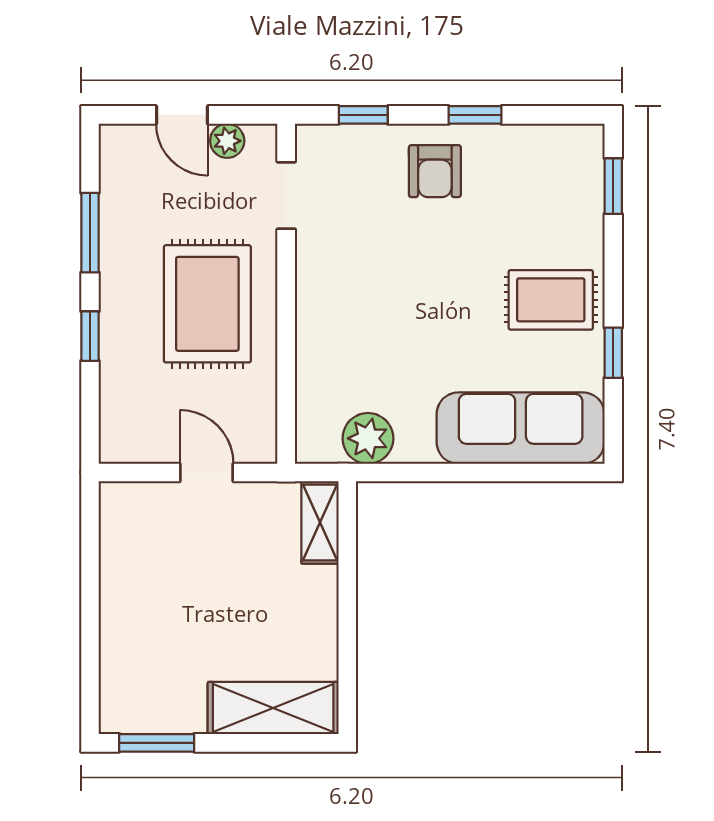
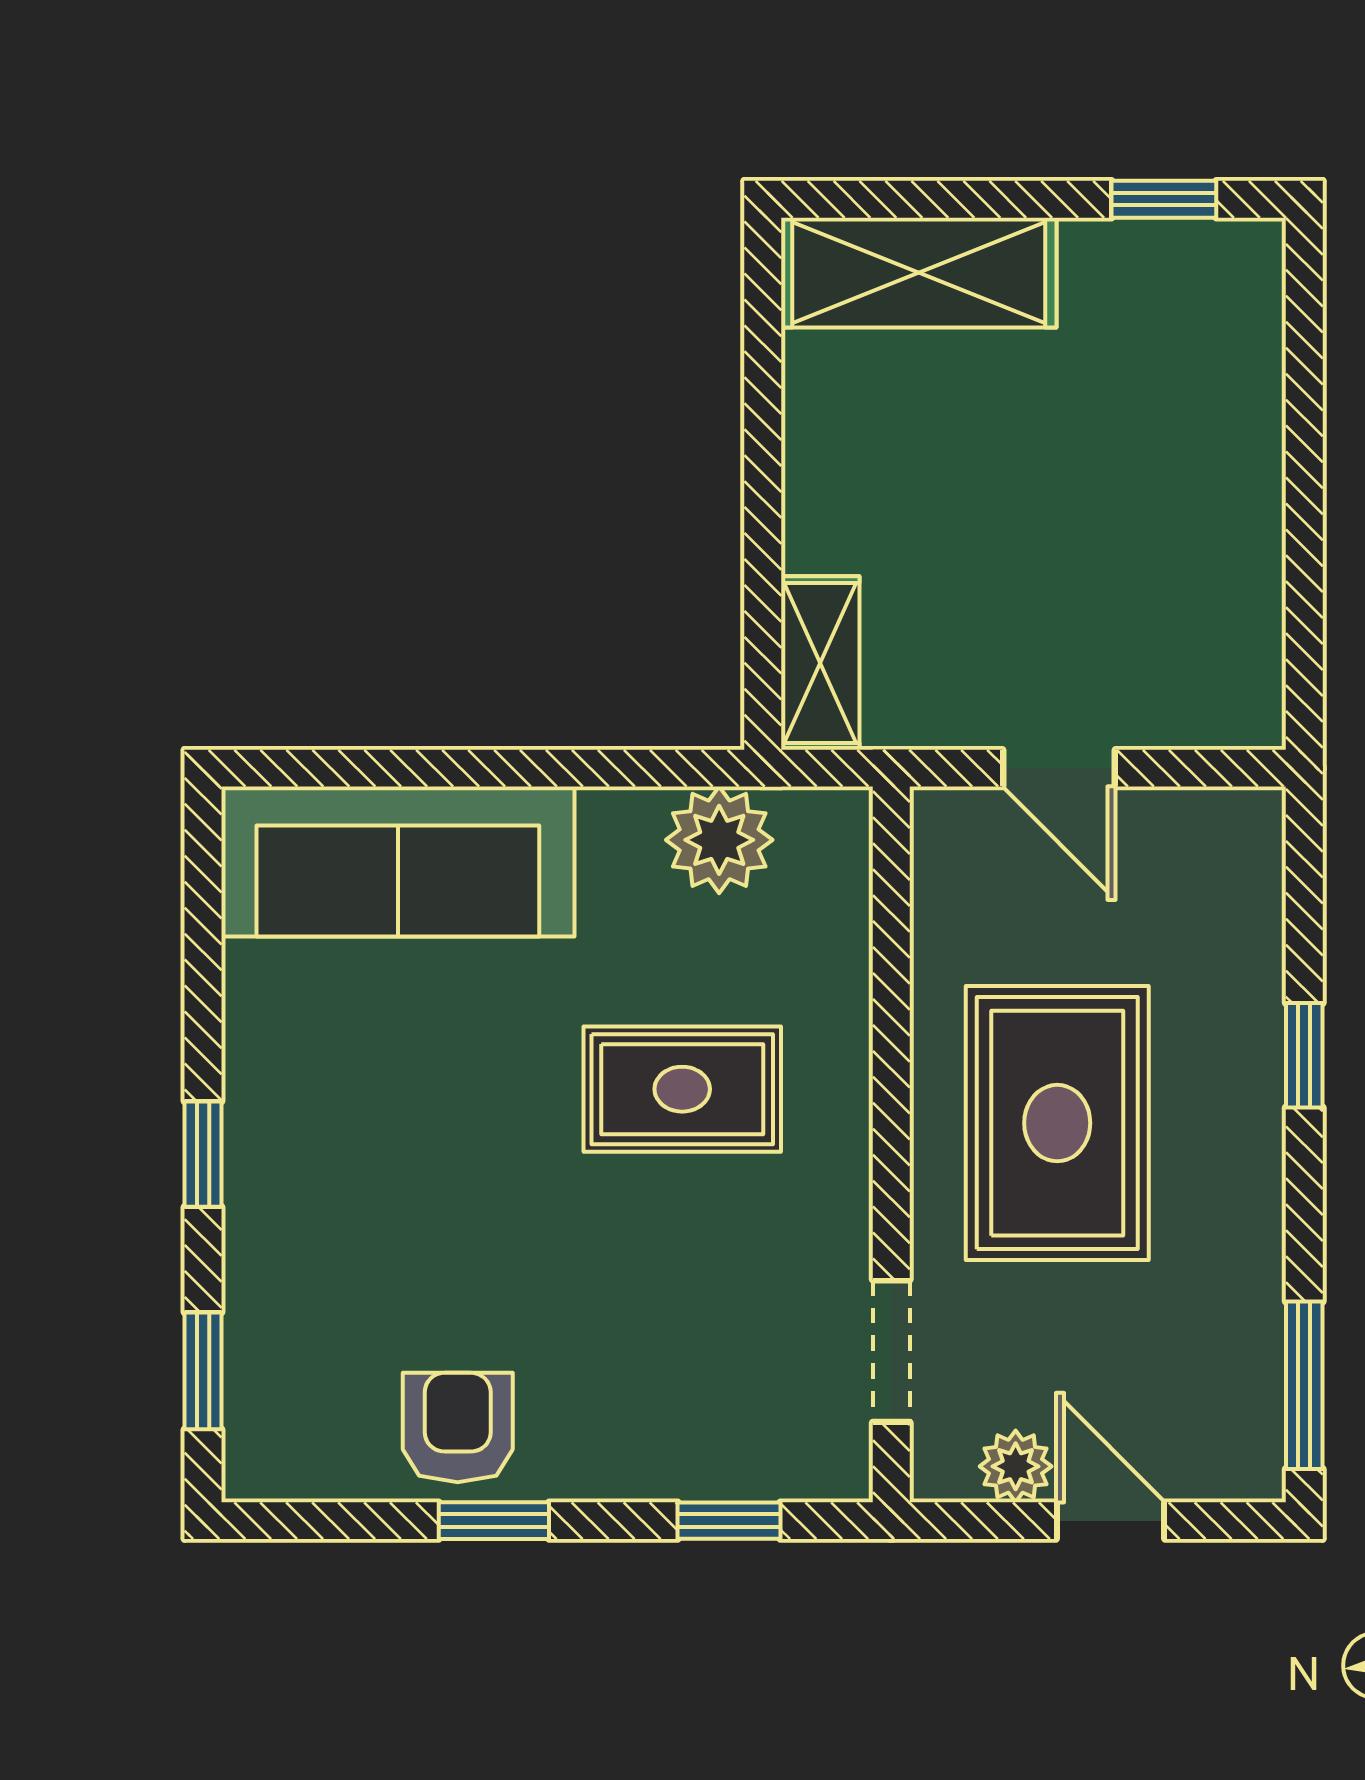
armchair: (435, 171) -> (458, 1428), moved
window: (90, 233) -> (1304, 1385), moved
rug: (551, 300) -> (682, 1089), moved
window: (613, 353) -> (203, 1154), moved
window: (157, 743) -> (1164, 199), width x0.67

